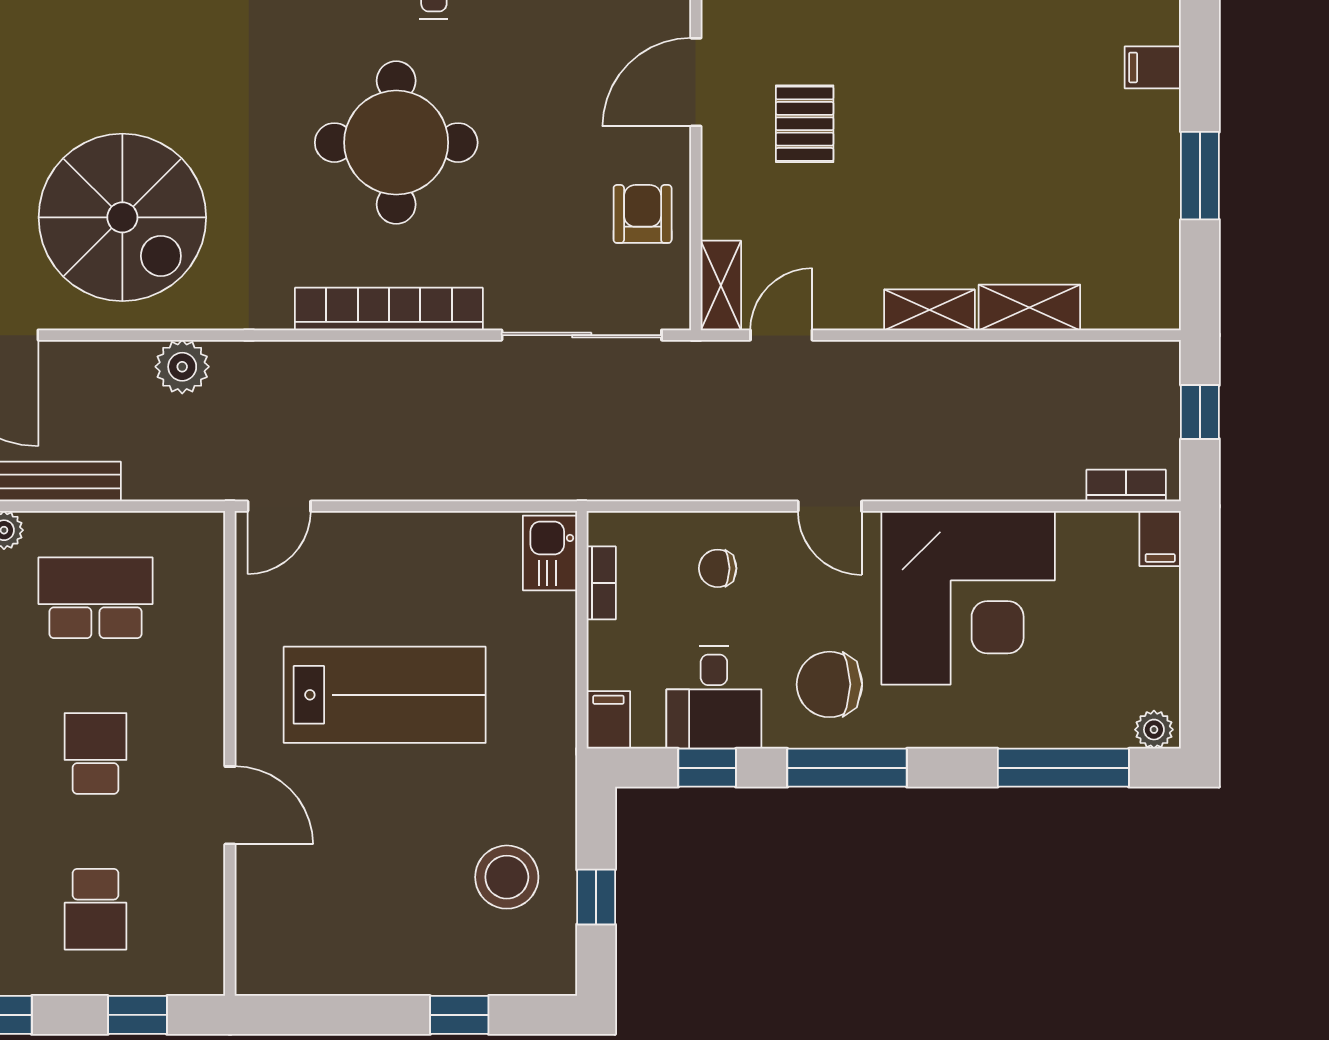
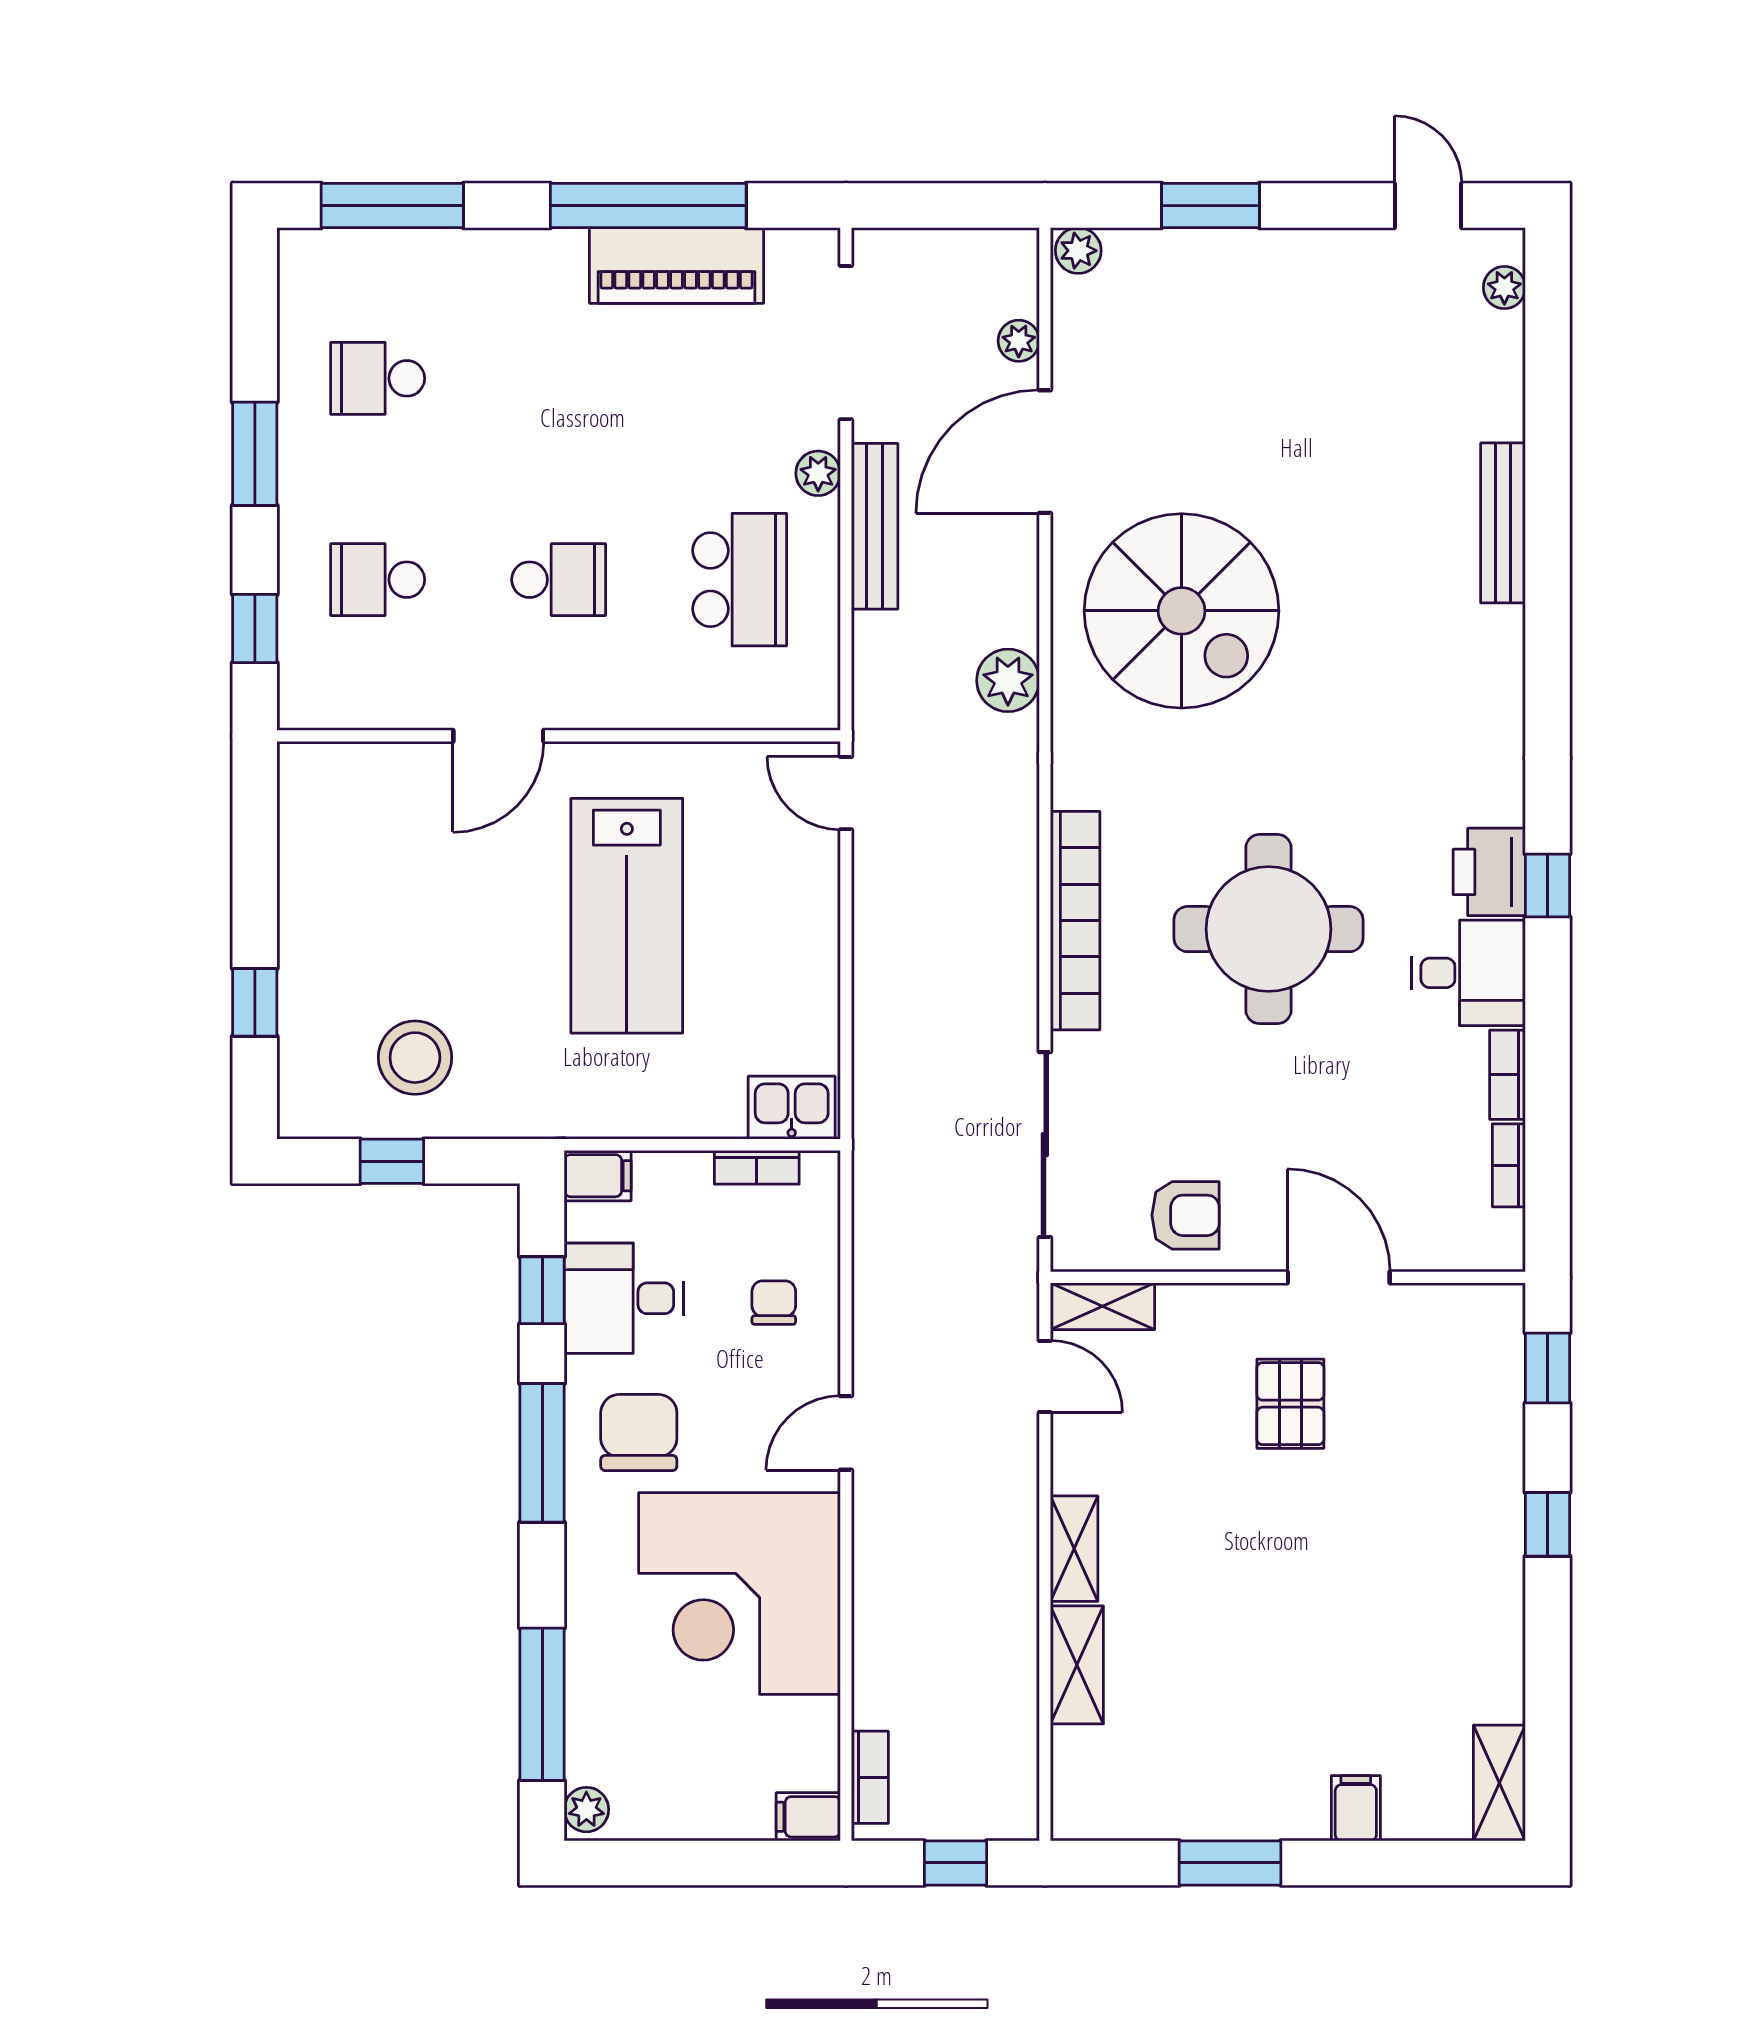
pallet: (805, 124) -> (1290, 1404), turned 90
spiral stairs: (122, 217) -> (1182, 611), turned -90

